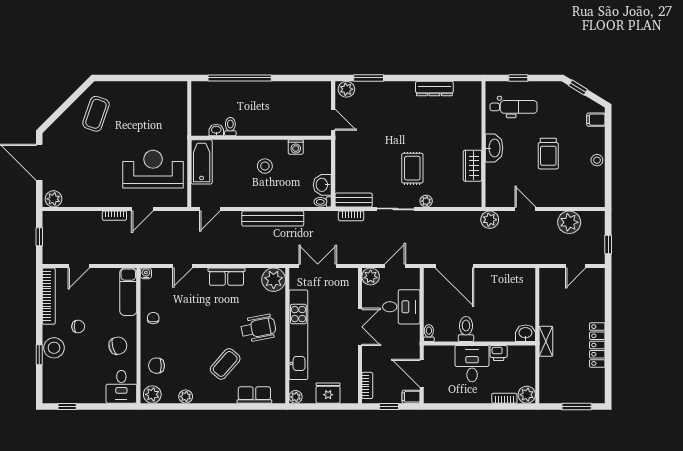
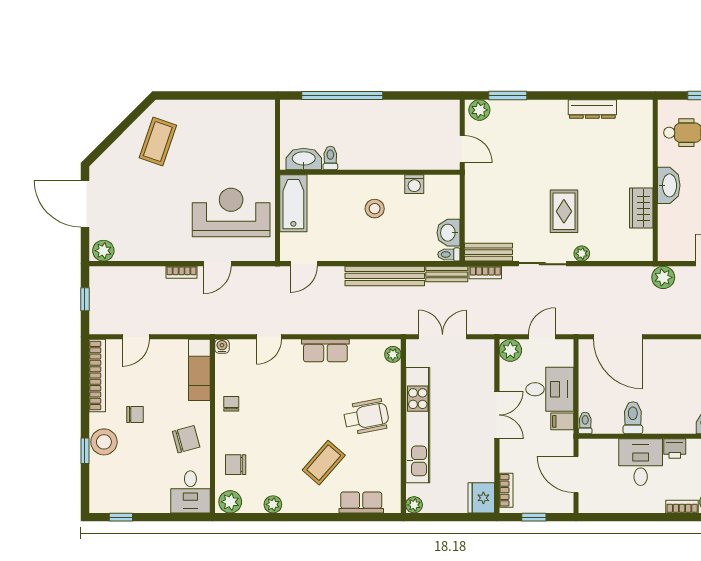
washbasin: (216, 130) -> (304, 159), width x1.91, depth x1.45
bench: (321, 217) -> (447, 274), added
plant: (274, 280) -> (393, 354), width x0.53, depth x0.53
fridge: (328, 393) -> (481, 498), moved, turned -90
filing cabinet: (411, 397) -> (562, 421), moved

